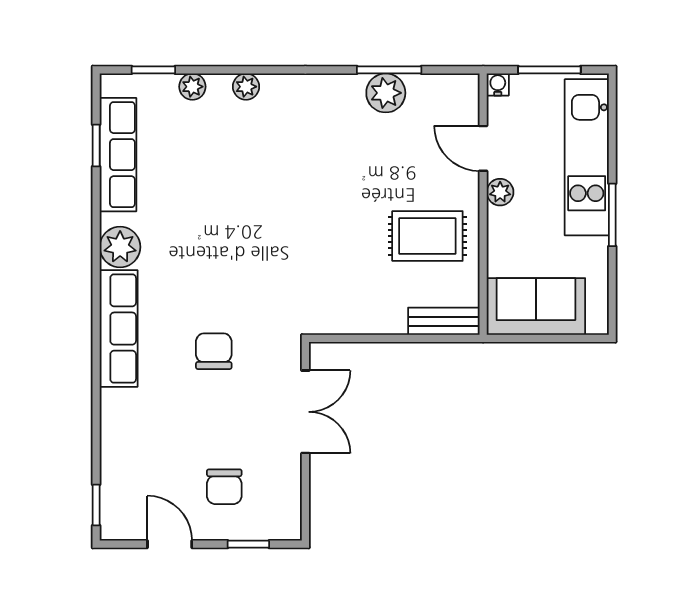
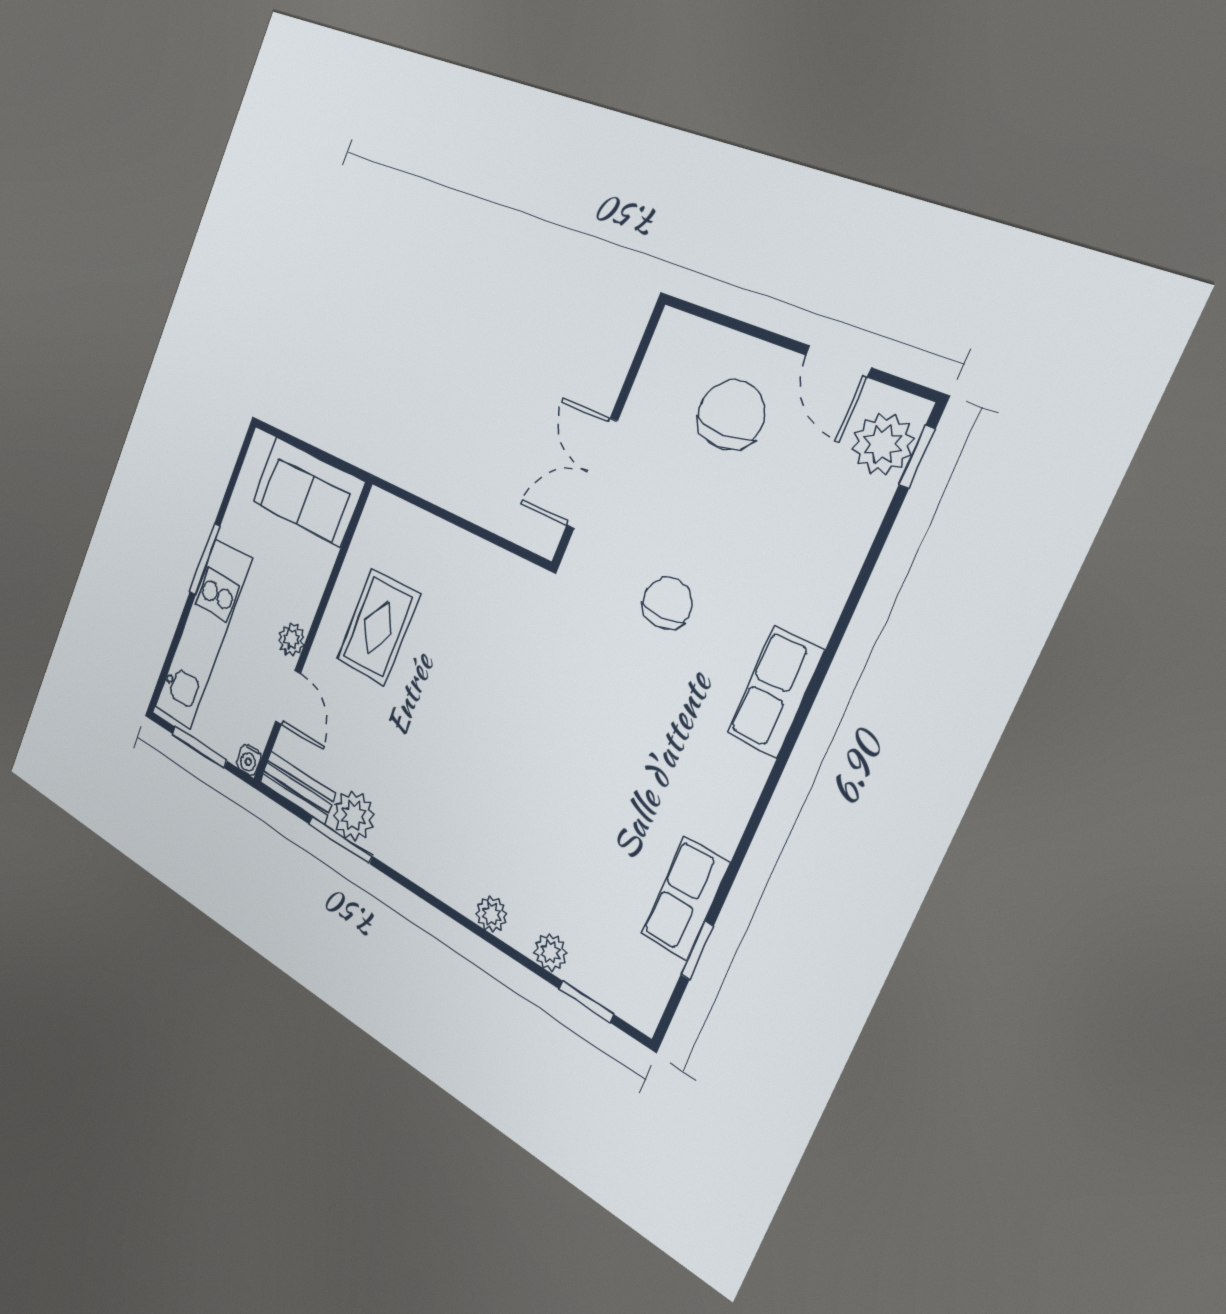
row of seats: (118, 155) -> (685, 899), width x0.68
rug: (427, 236) -> (378, 627), turned 90
plant: (120, 247) -> (883, 444), moved
bench: (444, 321) -> (297, 788), moved
row of seats: (119, 329) -> (775, 692), width x0.68
chair: (214, 351) -> (667, 603), turned 180
chair: (224, 487) -> (731, 415), width x1.37, depth x1.37
window: (248, 544) -> (734, 324), removed

